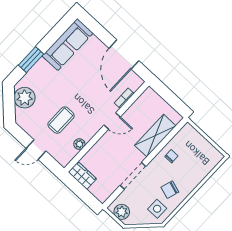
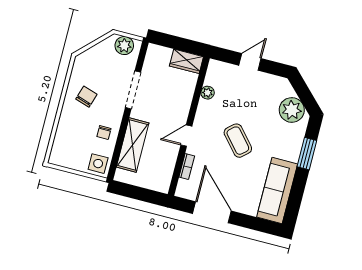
coffee table: (61, 120) -> (238, 141), moved, turned -41
side table: (157, 209) -> (98, 164), moved

